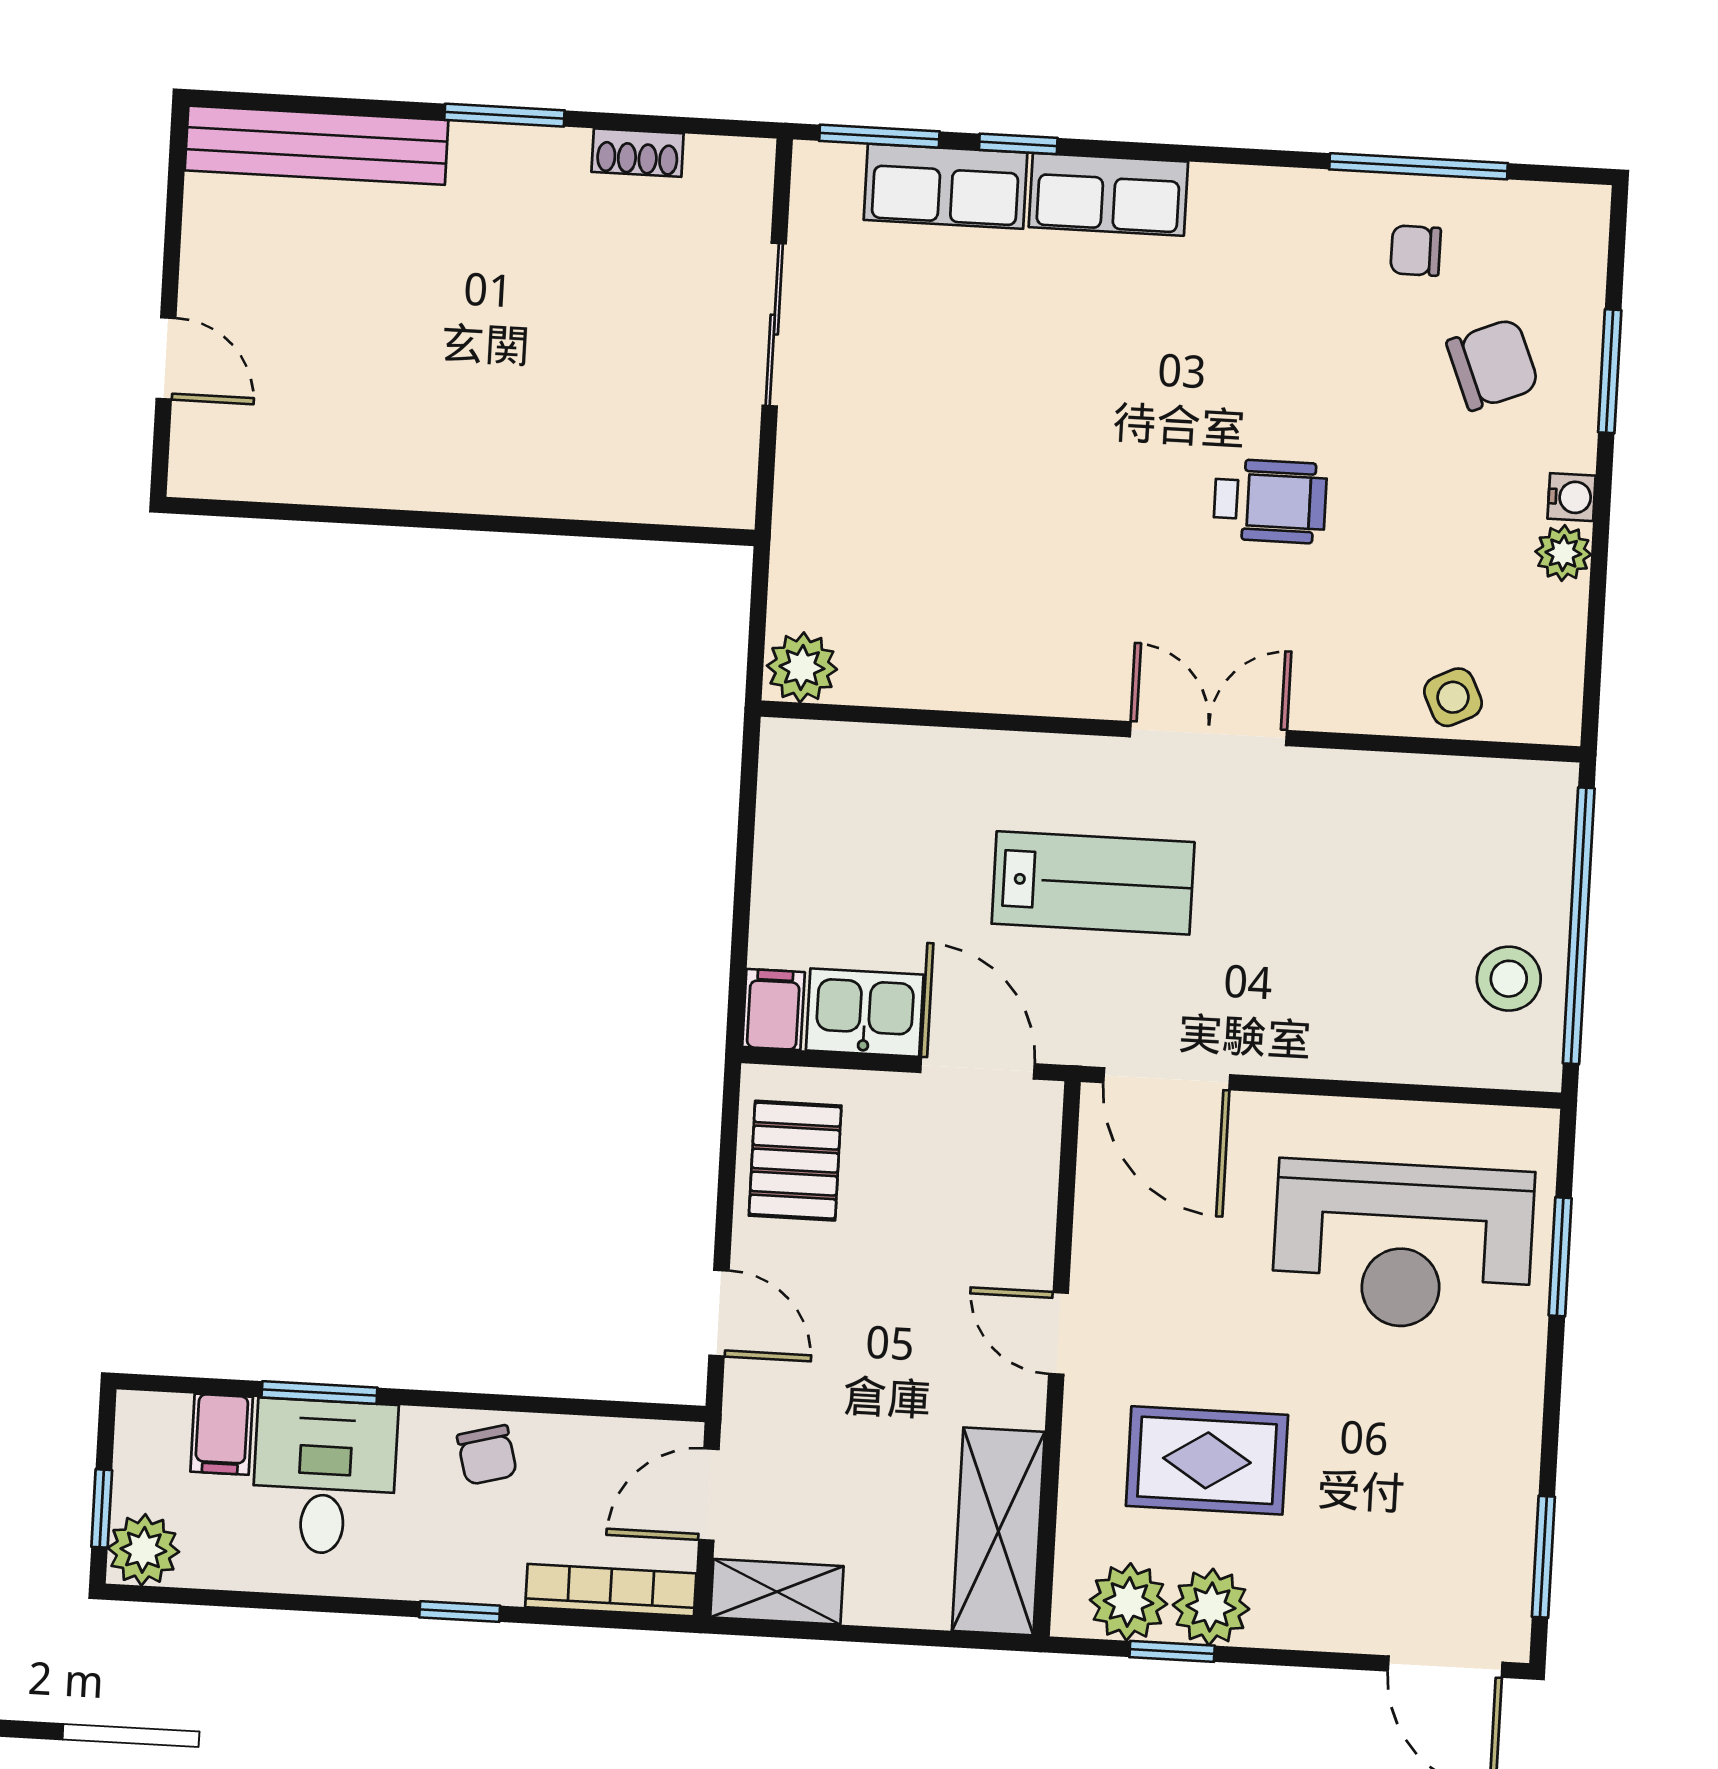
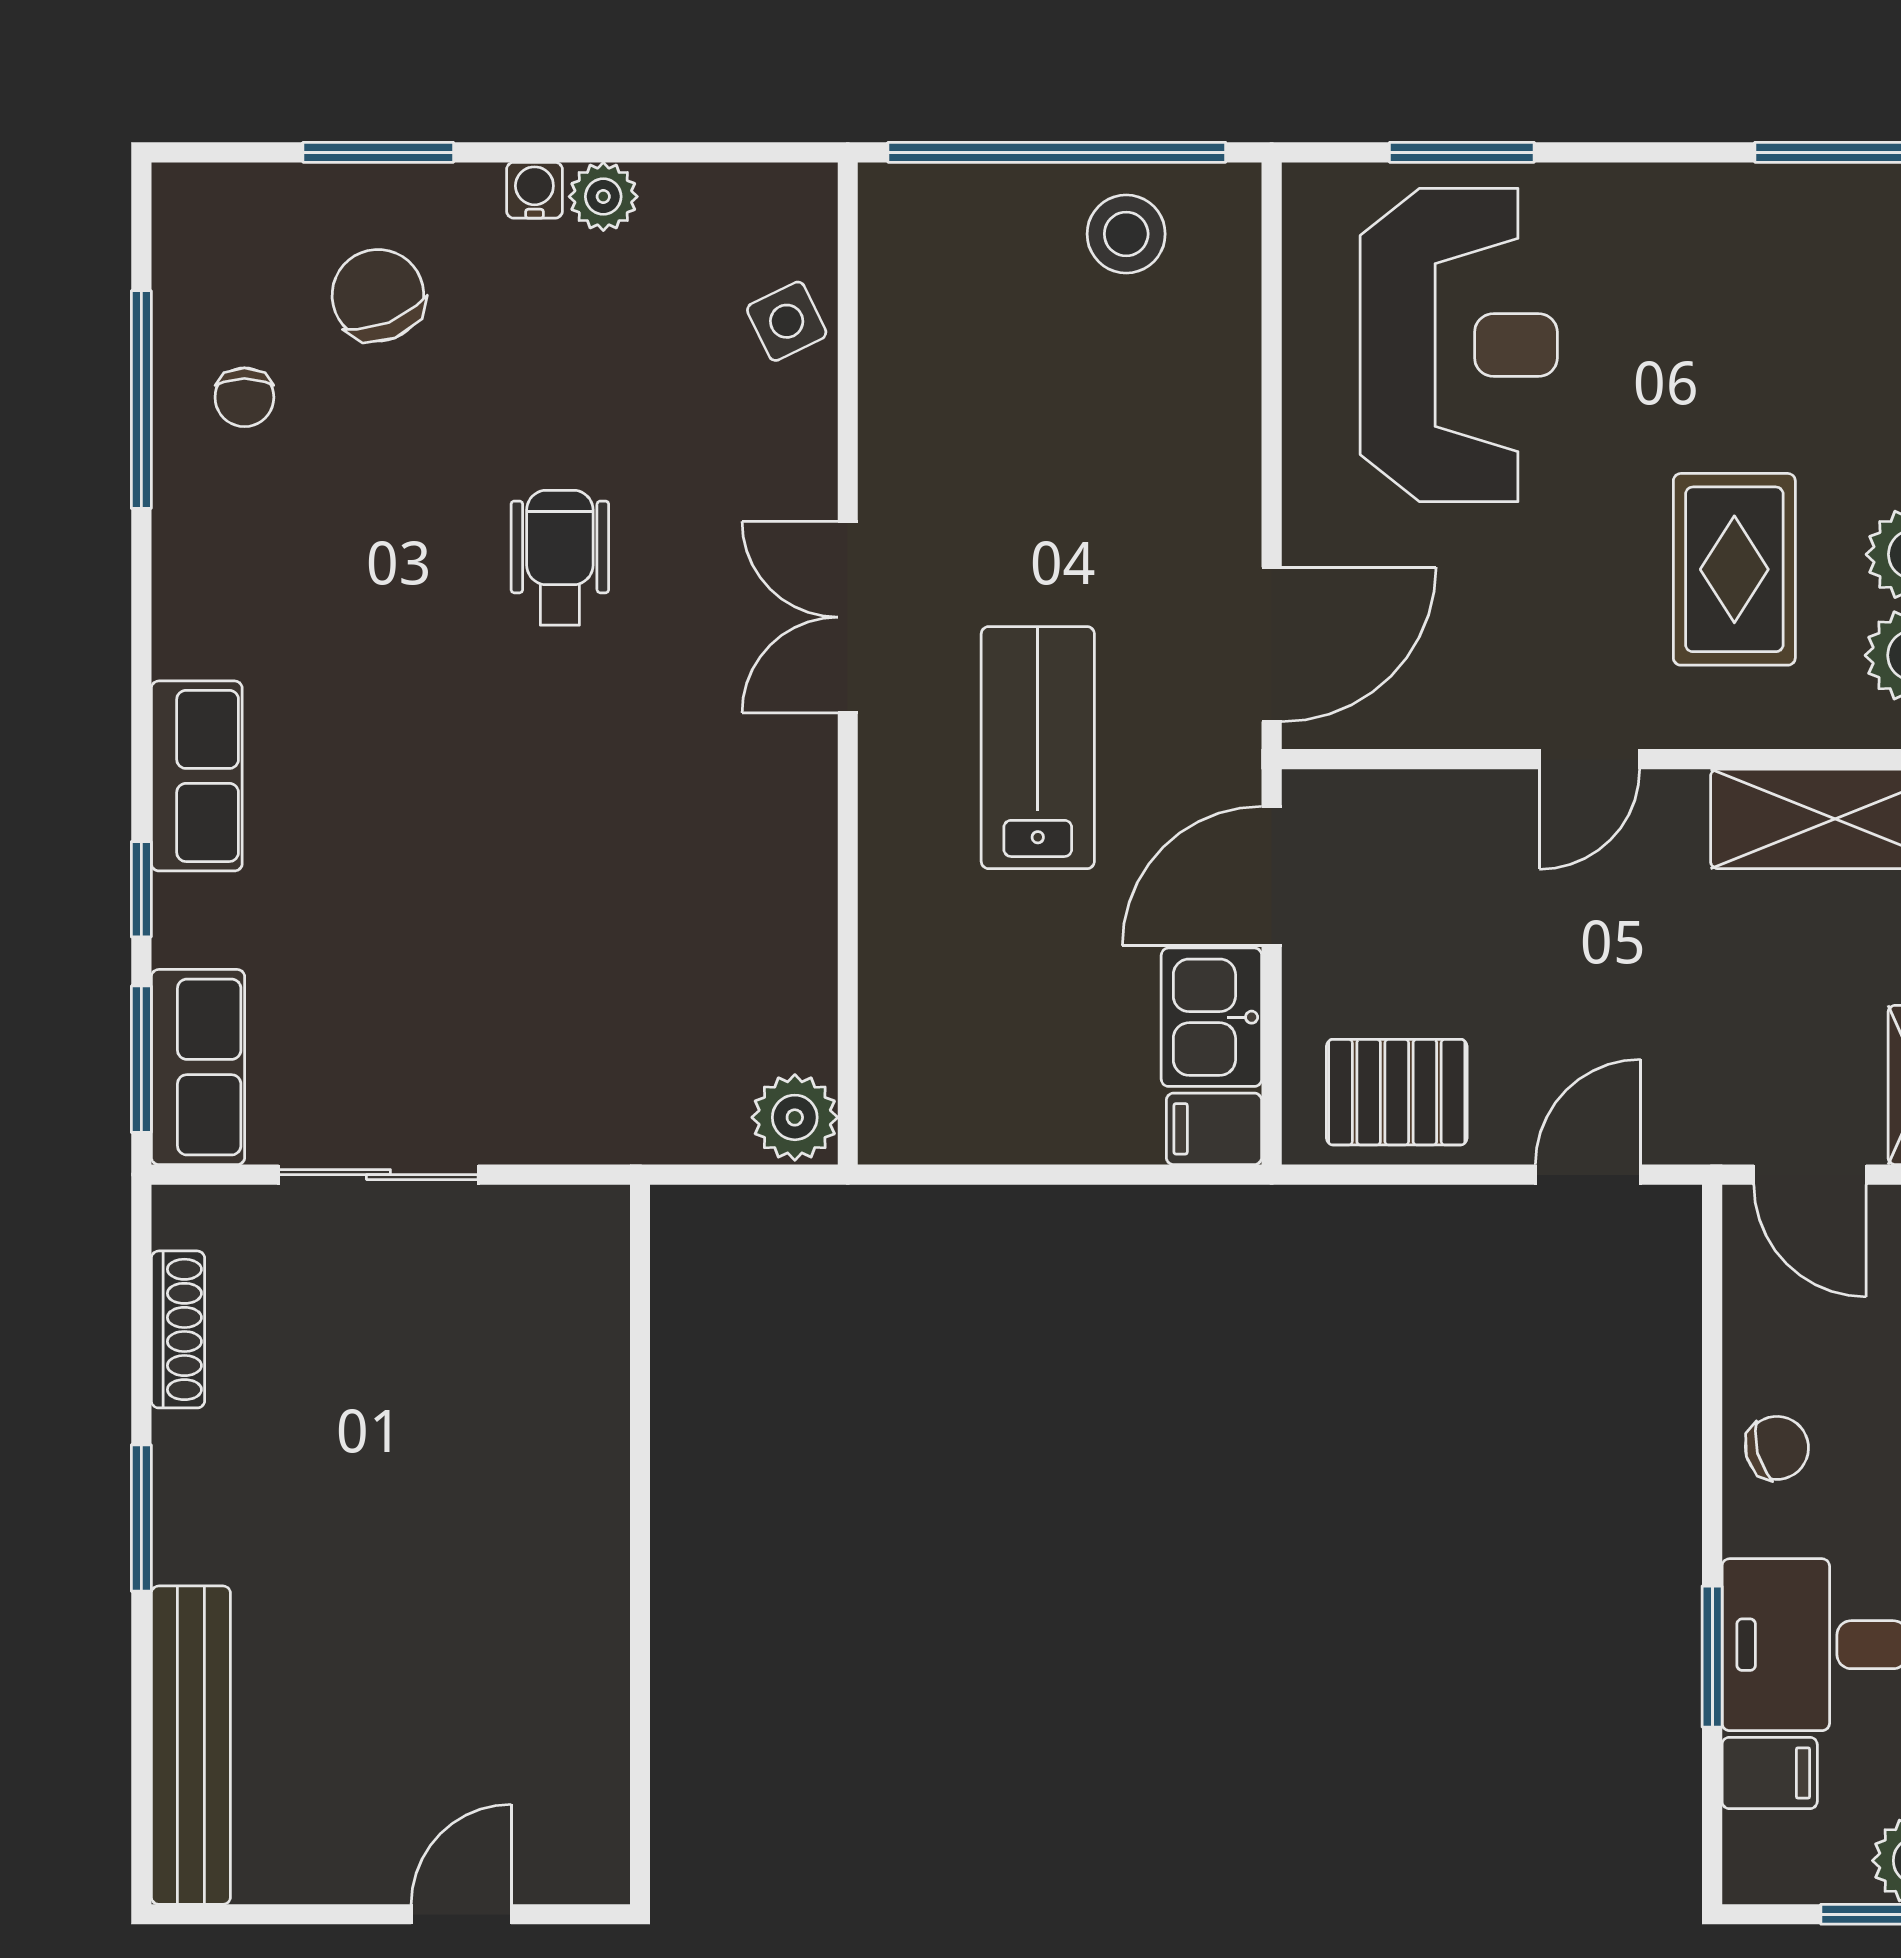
shoe rack: (638, 153) -> (178, 1329), width x1.43
row of seats: (946, 186) -> (198, 1067), moved

